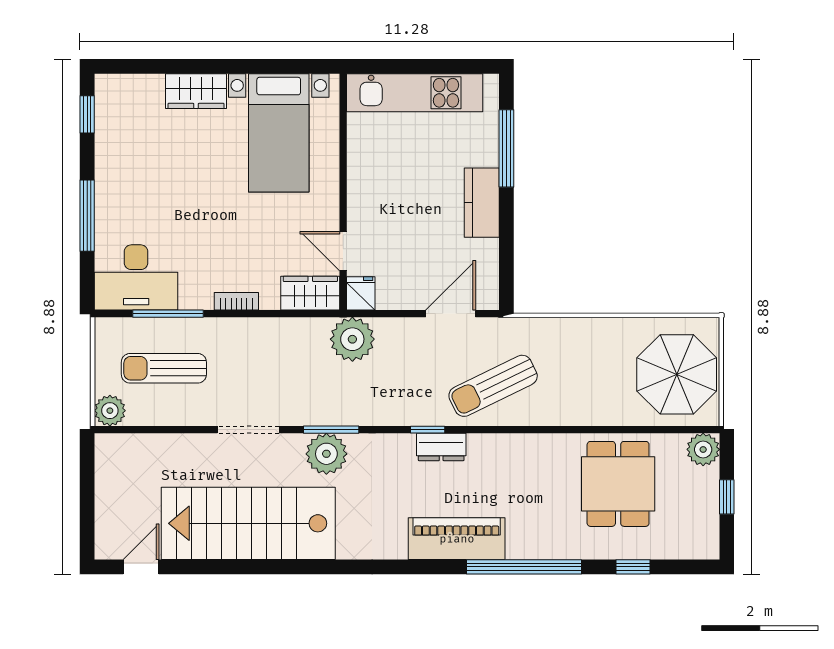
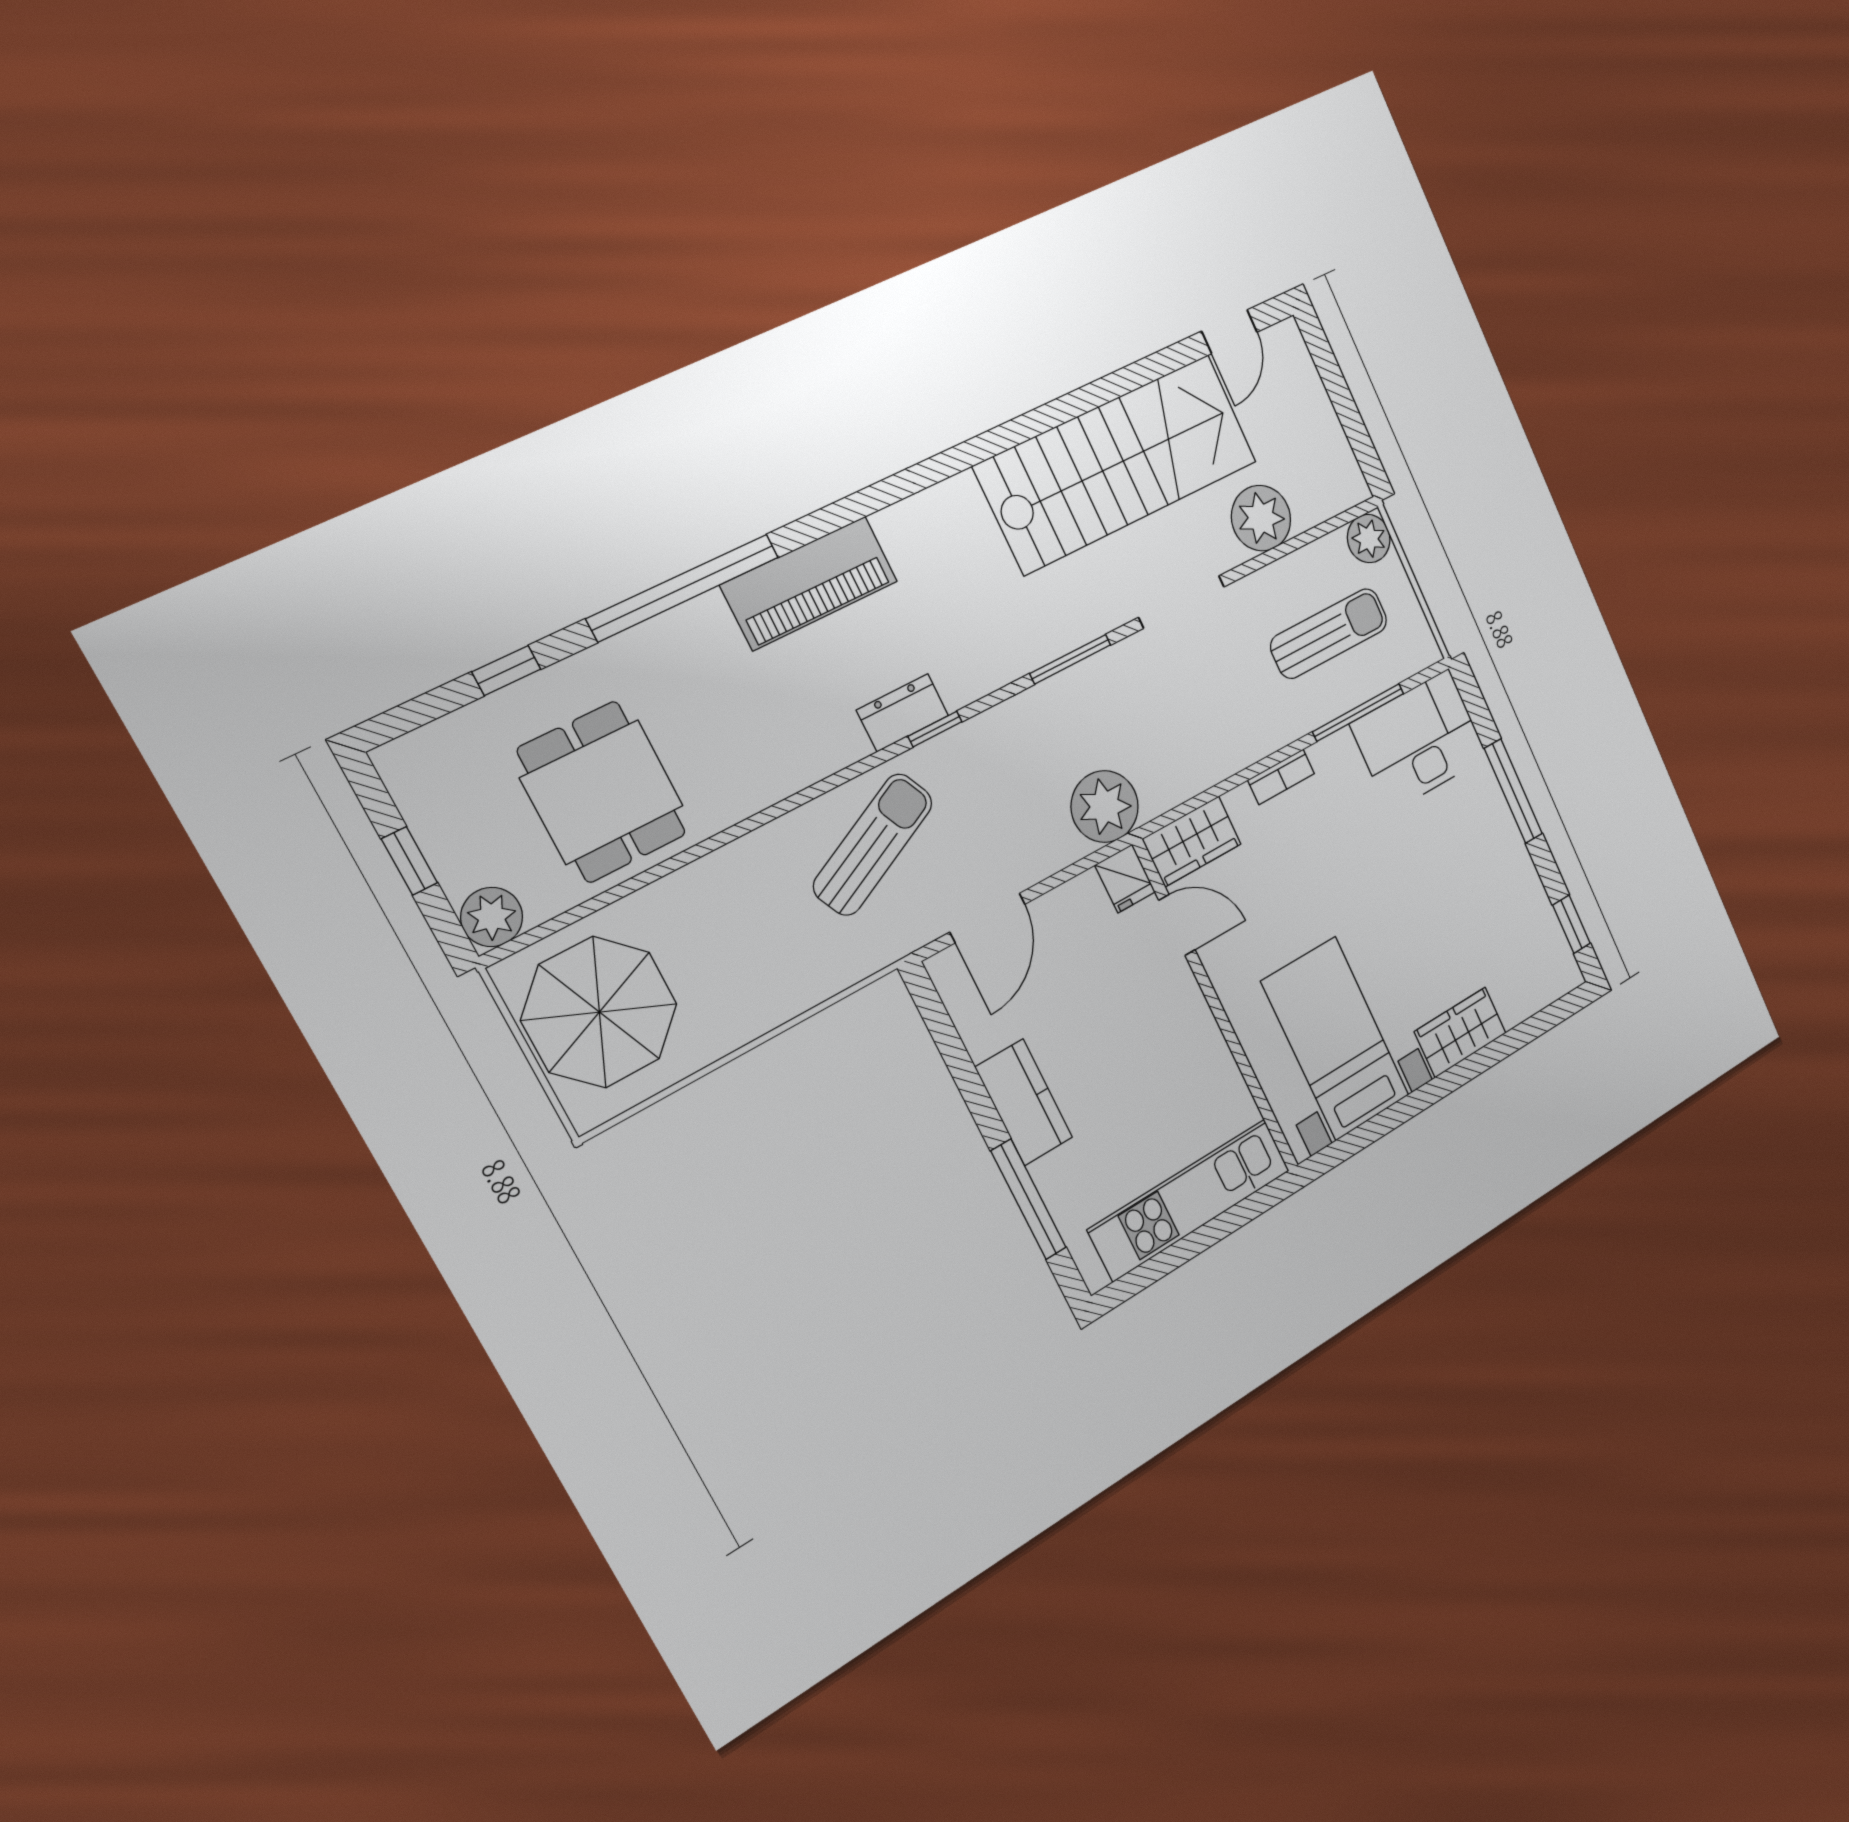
plant: (326, 454) -> (1261, 518), moved

